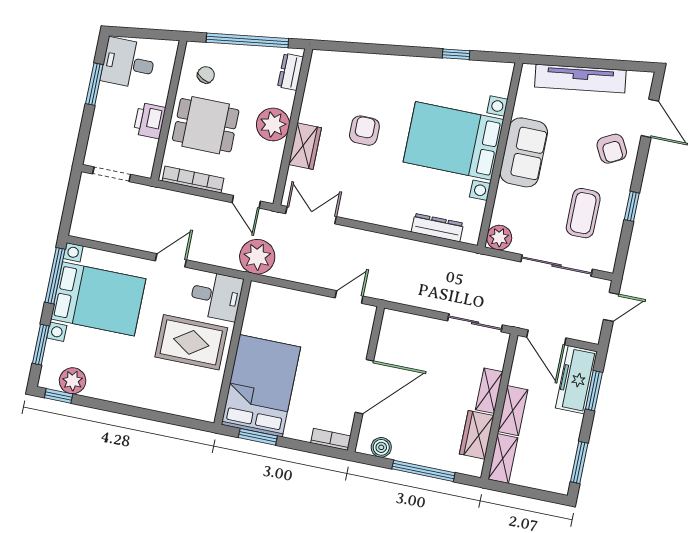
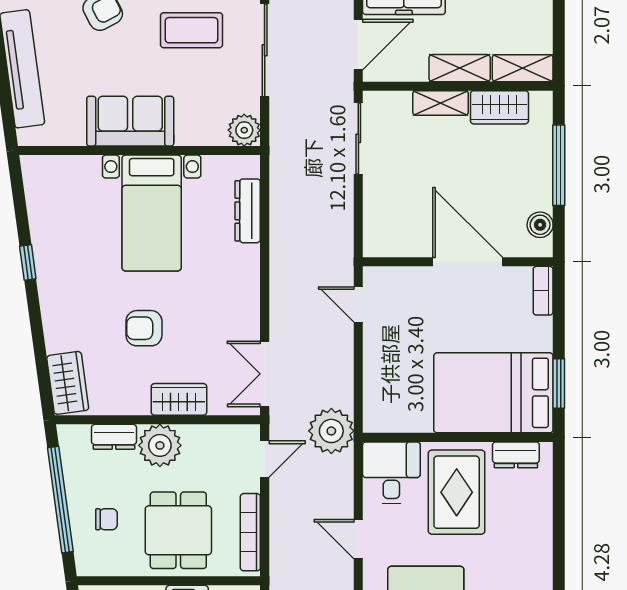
window: (456, 54) -> (28, 262), moved
wardrobe: (335, 64) -> (68, 383), added
dresser: (291, 72) -> (114, 437), moved
chair: (206, 75) -> (106, 519), moved, turned 153
bed with nightstands: (453, 141) -> (152, 213), width x0.73
dresser: (210, 393) -> (516, 455), added

